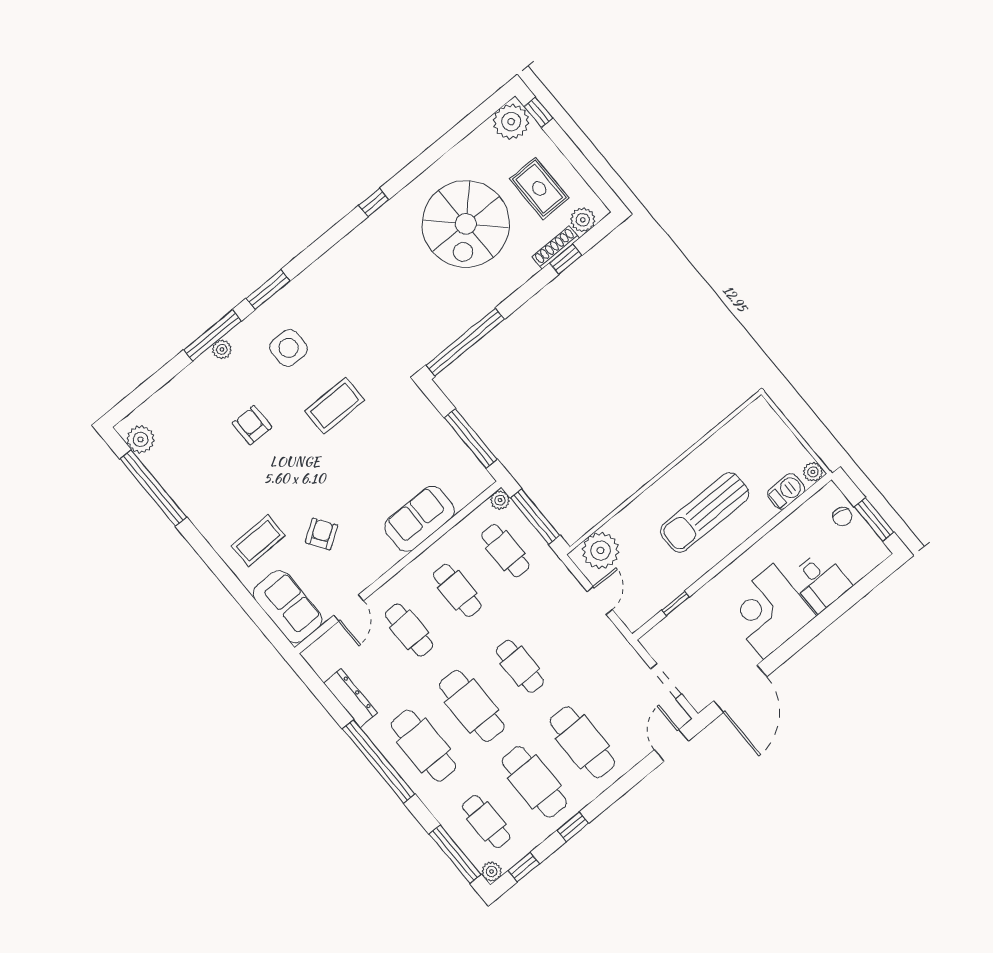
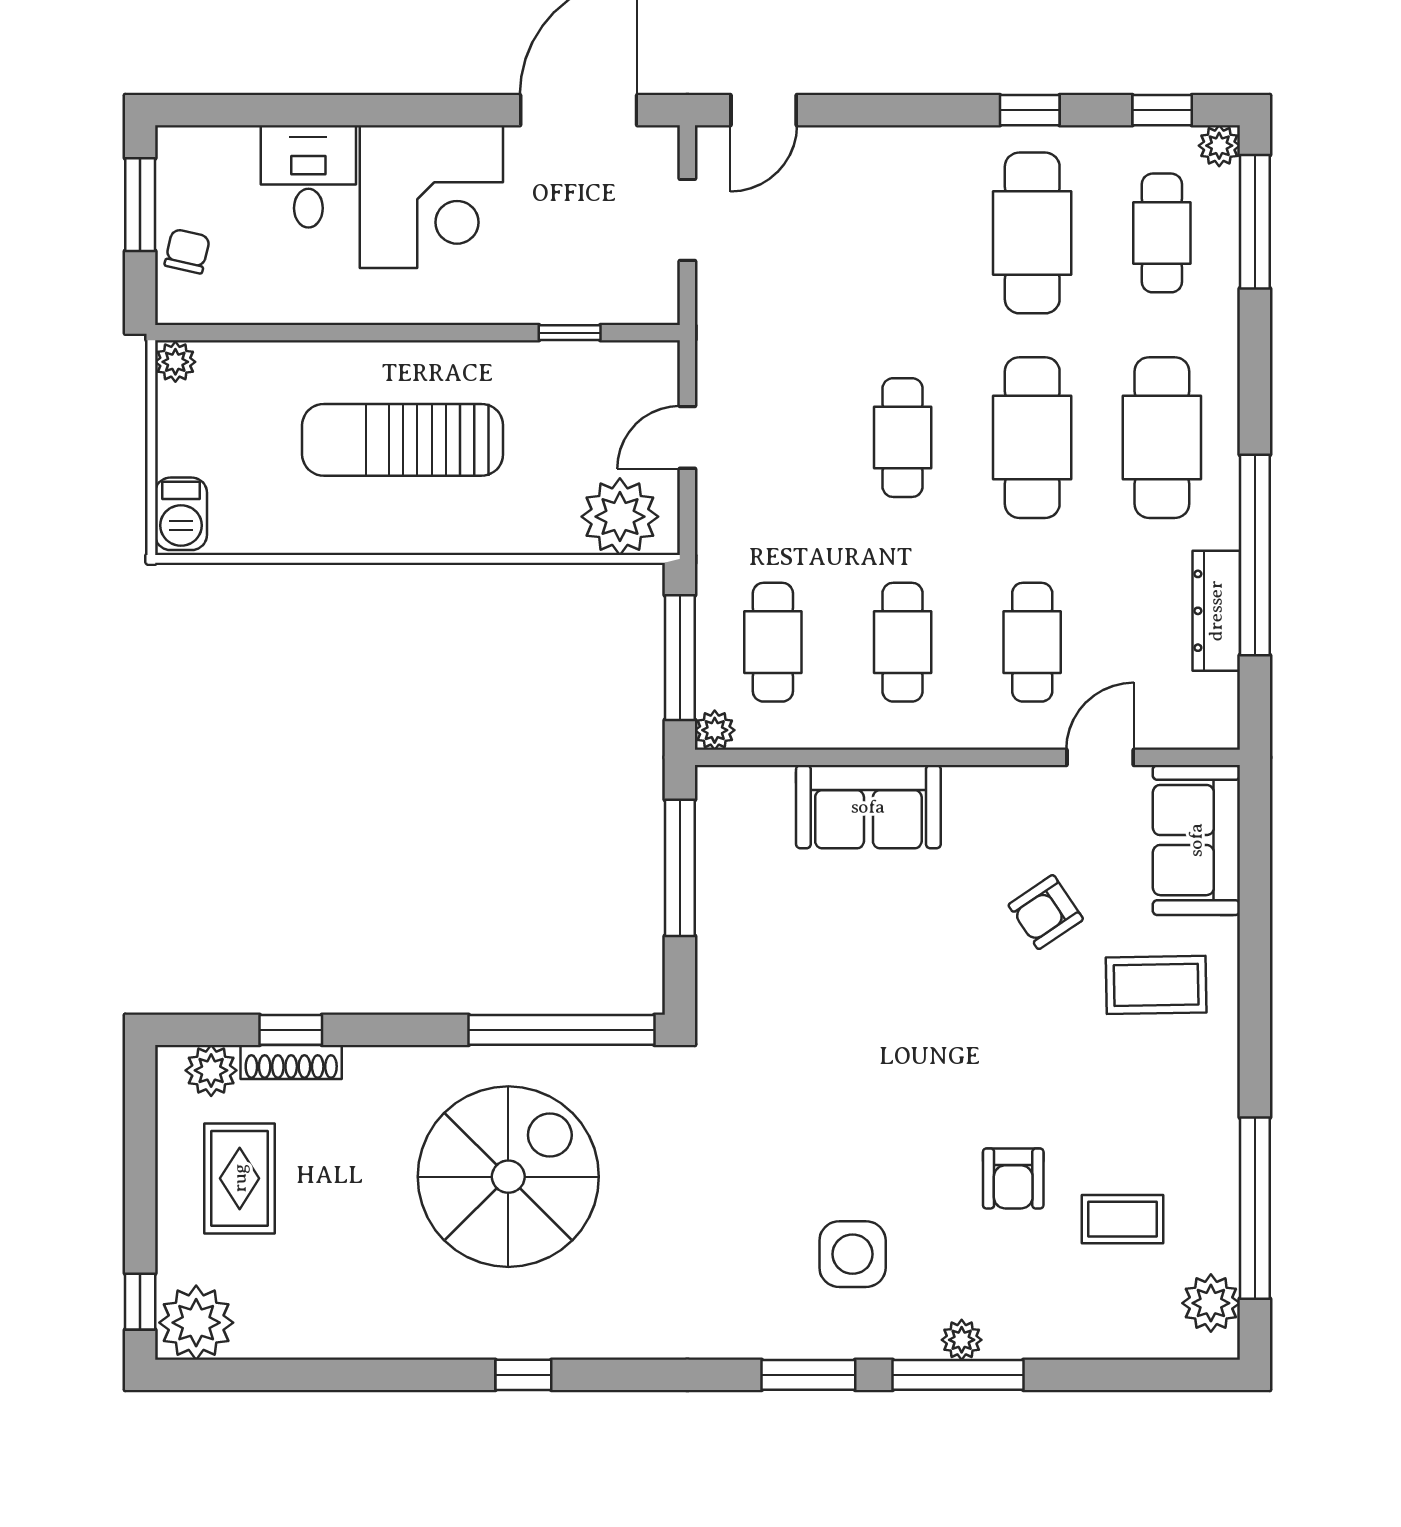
spiral stairs: (466, 224) -> (508, 1177), moved
coffee table: (335, 406) -> (1122, 1219), moved, width x0.73, depth x0.77
barbecue: (786, 491) -> (181, 514), moved, turned -90
sun lounger: (705, 512) -> (403, 440), turned 180
cafe table: (582, 742) -> (903, 233), removed
window: (379, 761) -> (1255, 555), moved

